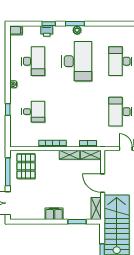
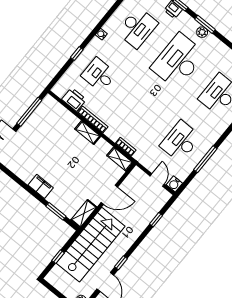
desk: (77, 61) -> (178, 61), turned 180
desk: (33, 112) -> (99, 75), turned 180
printer: (30, 140) -> (74, 99), added
shelving: (69, 155) -> (88, 133), moved
pallet: (26, 166) -> (51, 120), removed
door: (103, 183) -> (109, 195), swing flipped

